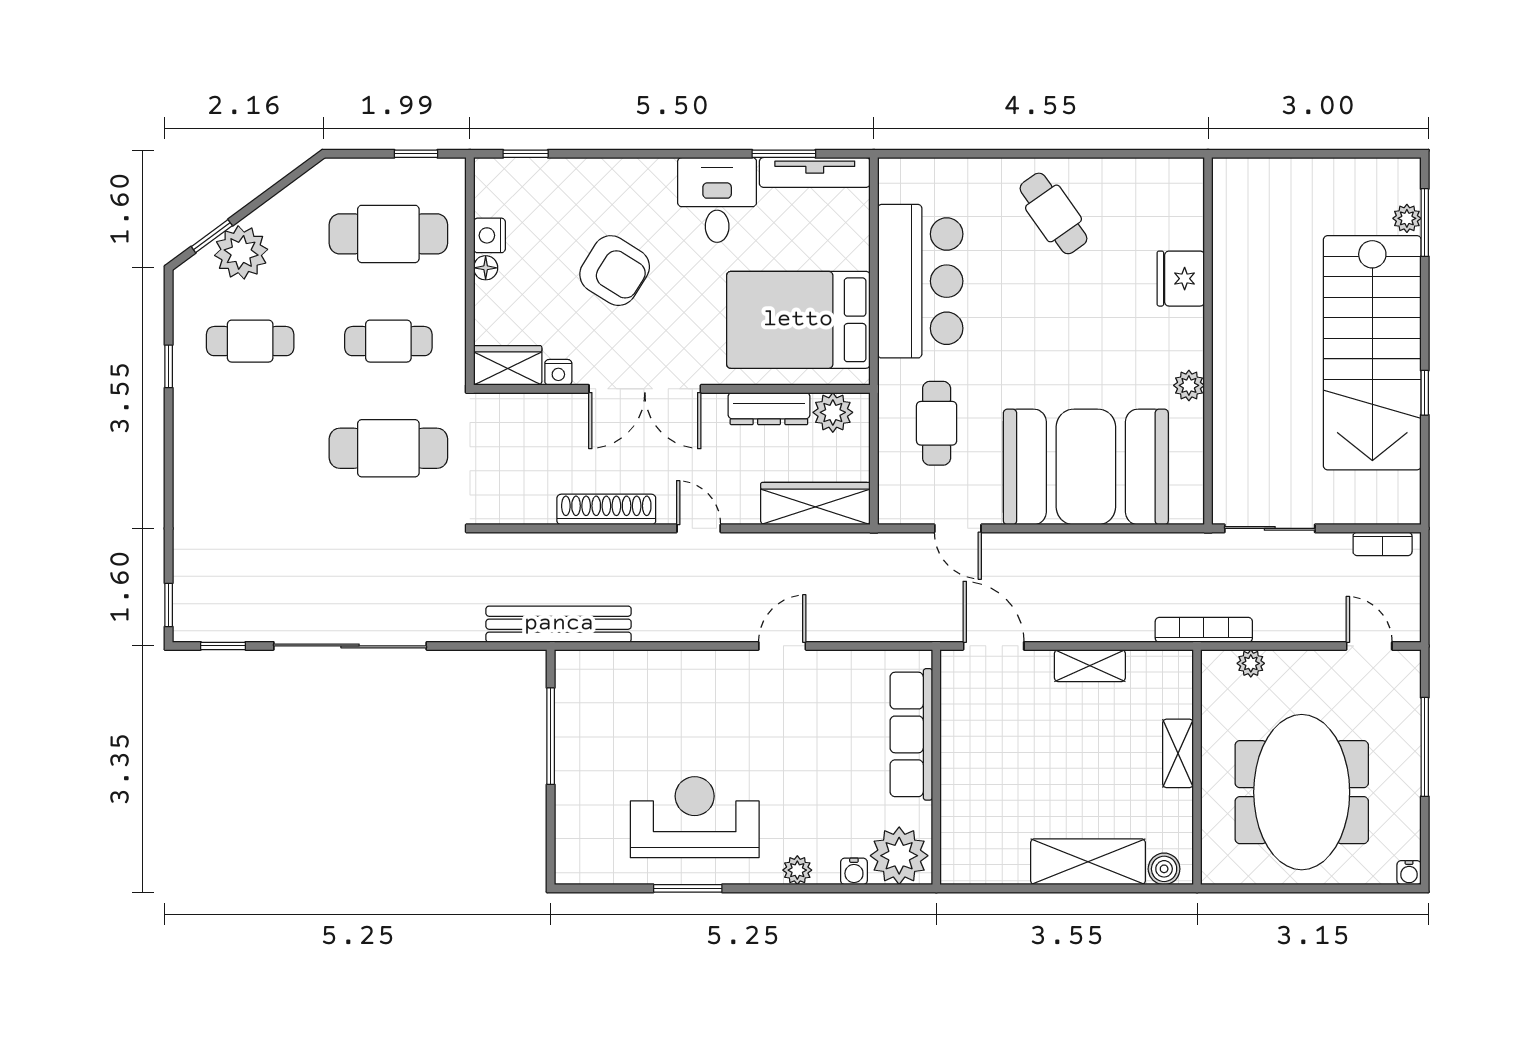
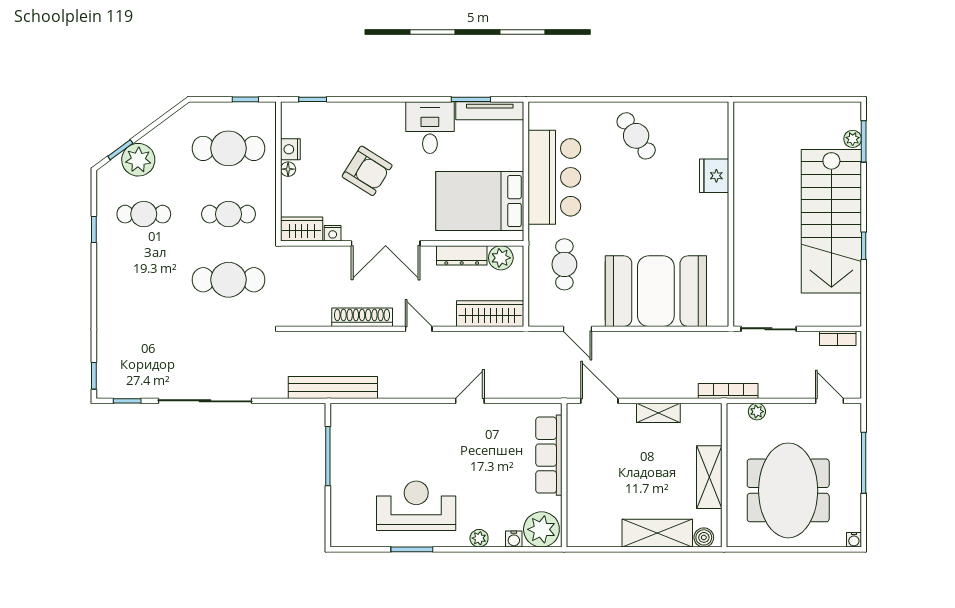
plant: (1189, 385) -> (719, 241), removed
shelving: (1178, 753) -> (709, 477), width x1.50, depth x1.33

